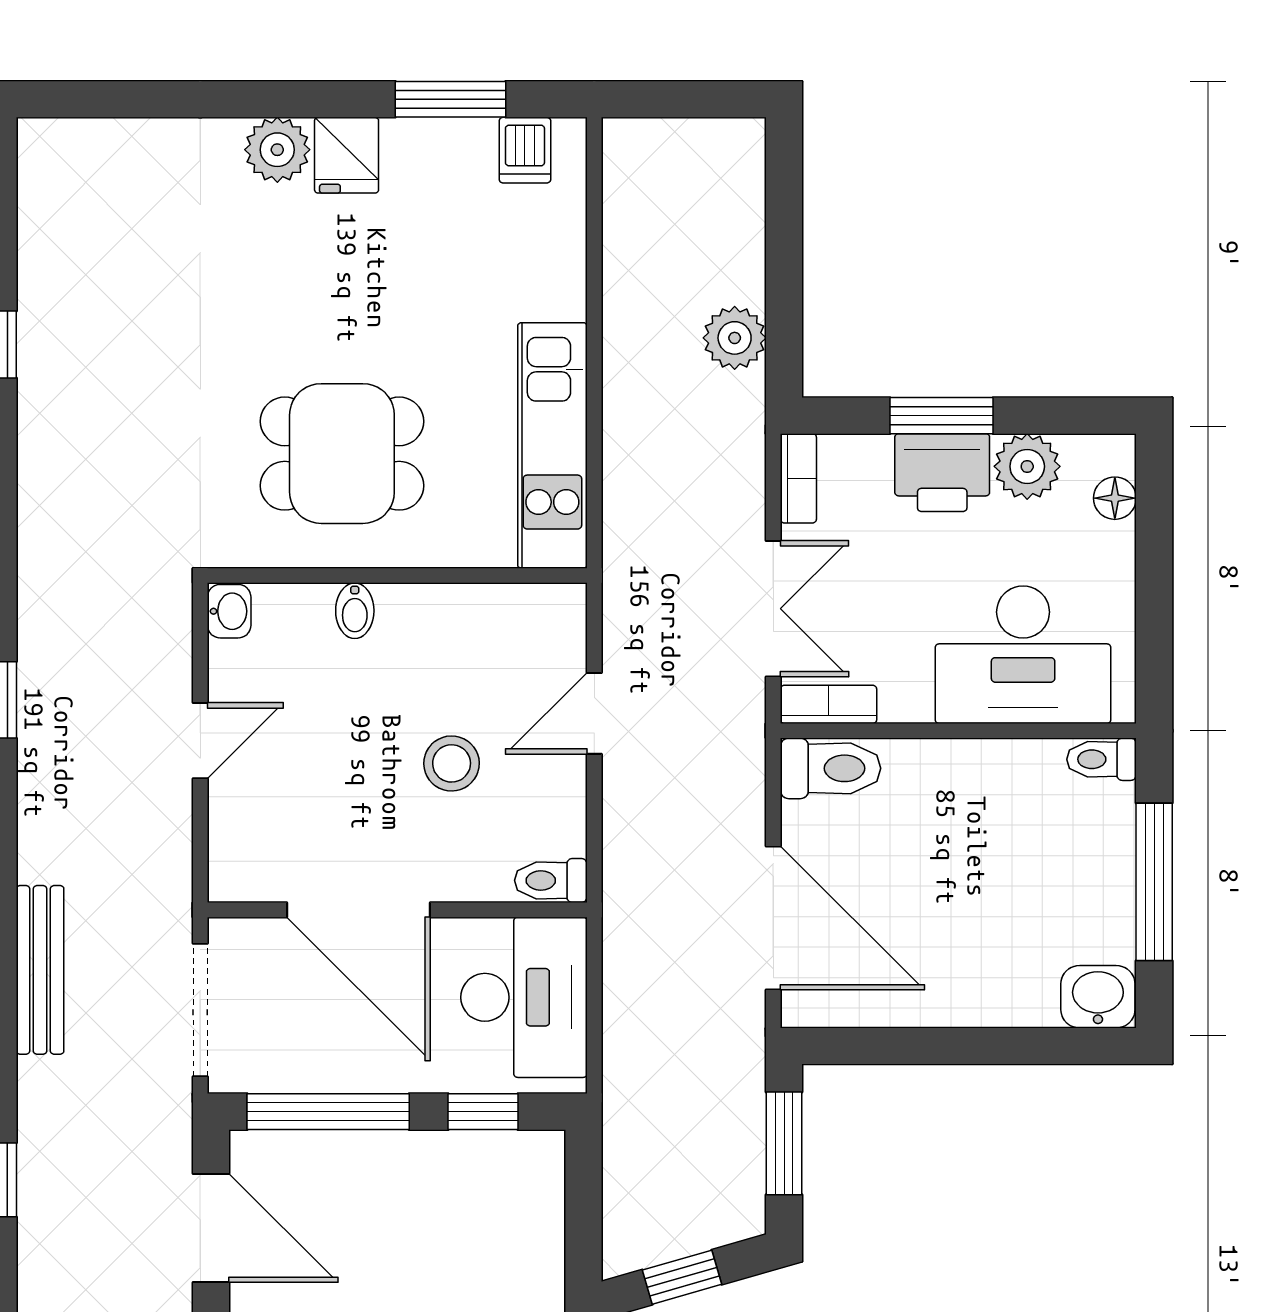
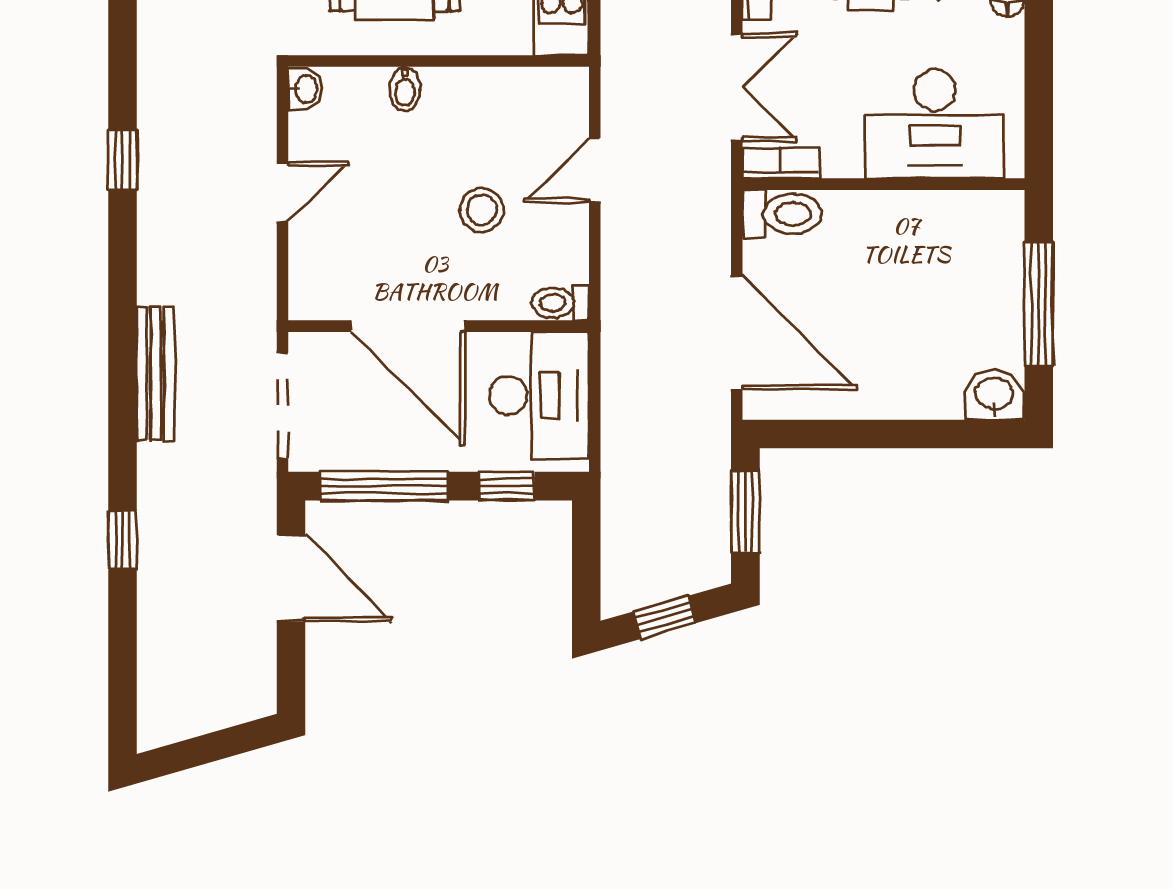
toilet: (1102, 759) -> (997, 207), removed

